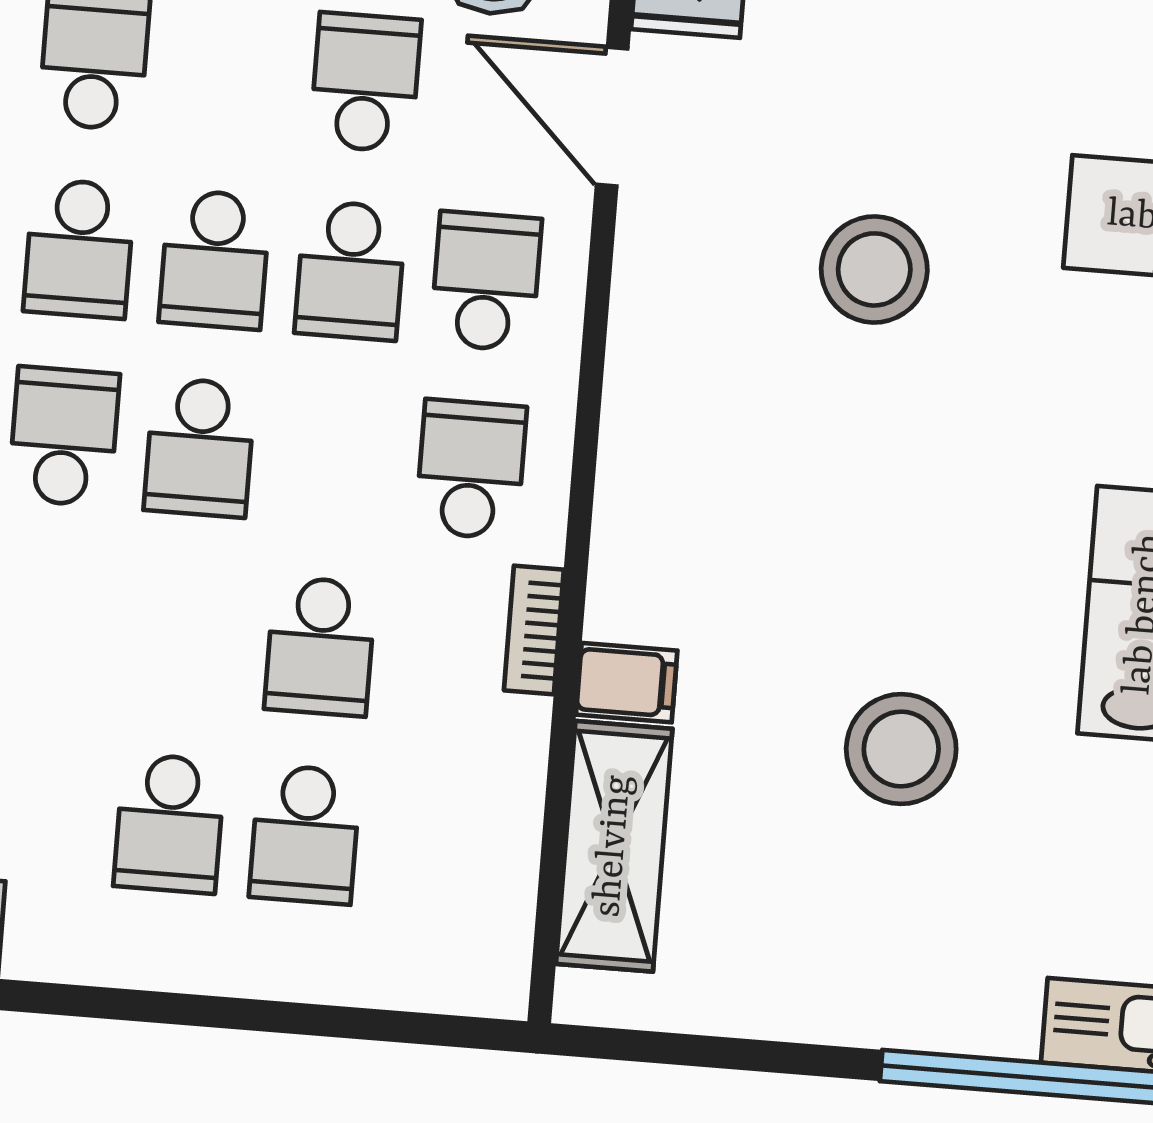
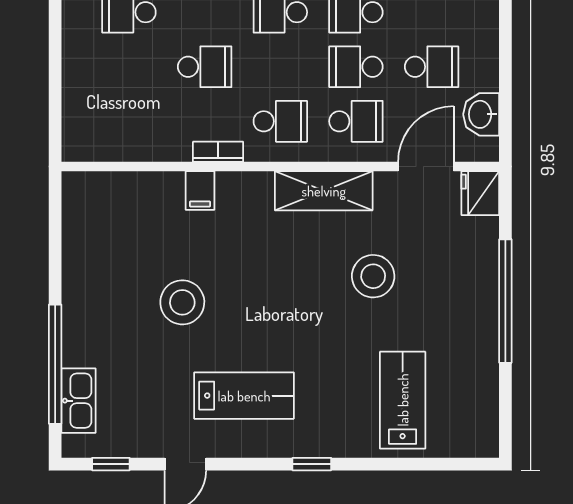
school desk: (320, 646) -> (205, 67), turned 180
school desk: (305, 834) -> (129, 67), removed
shelving: (614, 846) -> (324, 191), moved

